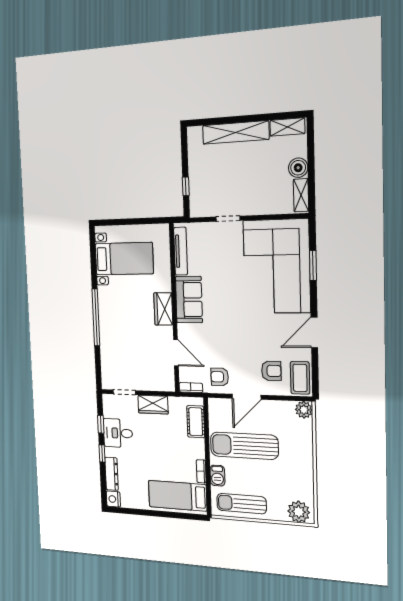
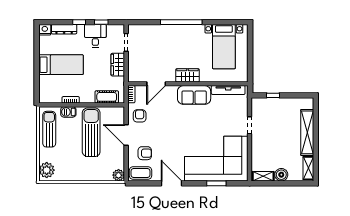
armchair: (271, 371) -> (145, 153), turned -90
bed: (178, 496) -> (61, 65), moved, turned 90

